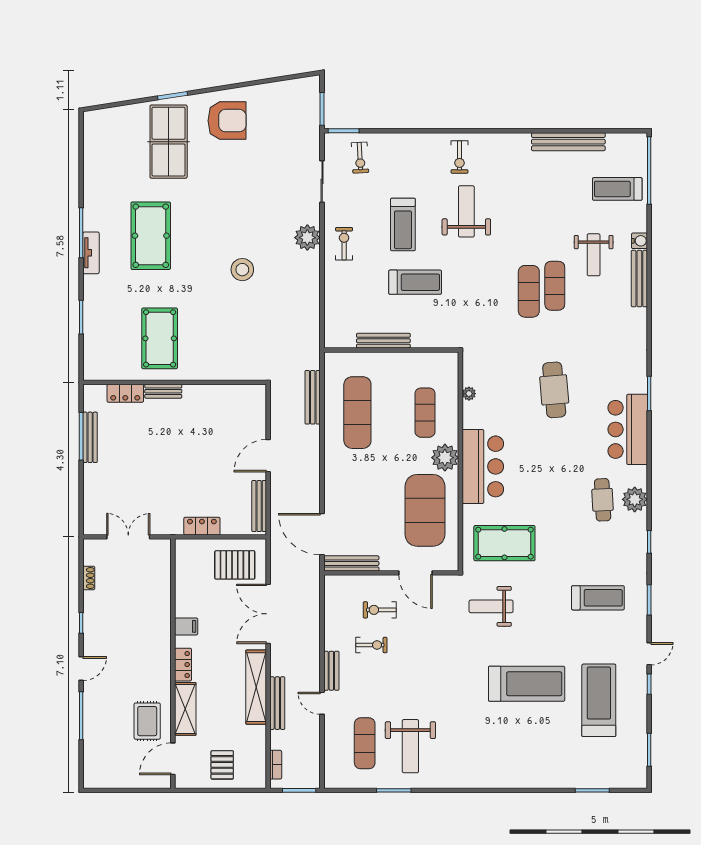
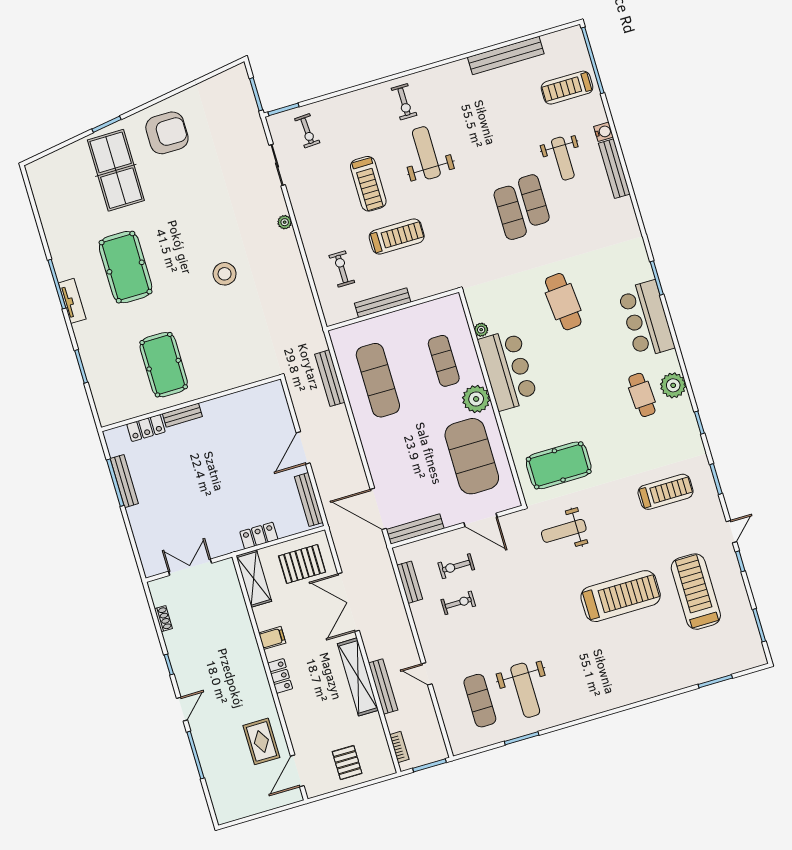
plant: (307, 238) -> (285, 222), width x0.53, depth x0.53
exercise bike: (344, 244) -> (342, 269), moved
bar counter: (483, 466) -> (508, 370), moved
bench: (331, 671) -> (410, 582), moved
shelving: (185, 709) -> (254, 578), moved

